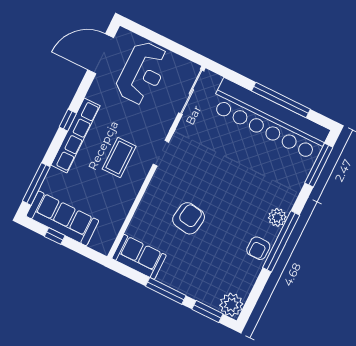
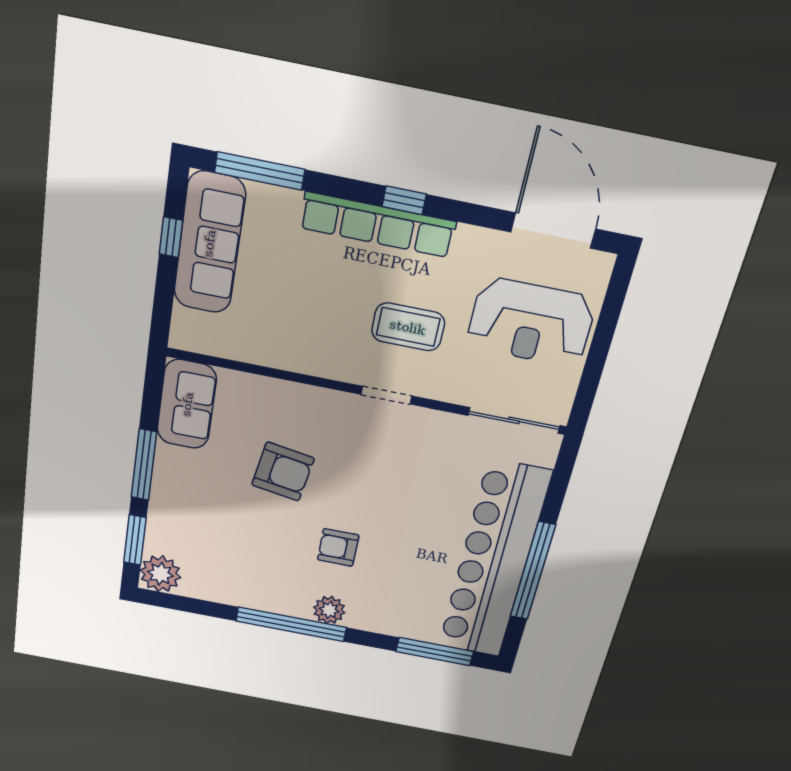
coffee table: (119, 158) -> (408, 327), moved
armchair: (258, 248) -> (338, 547), moved

